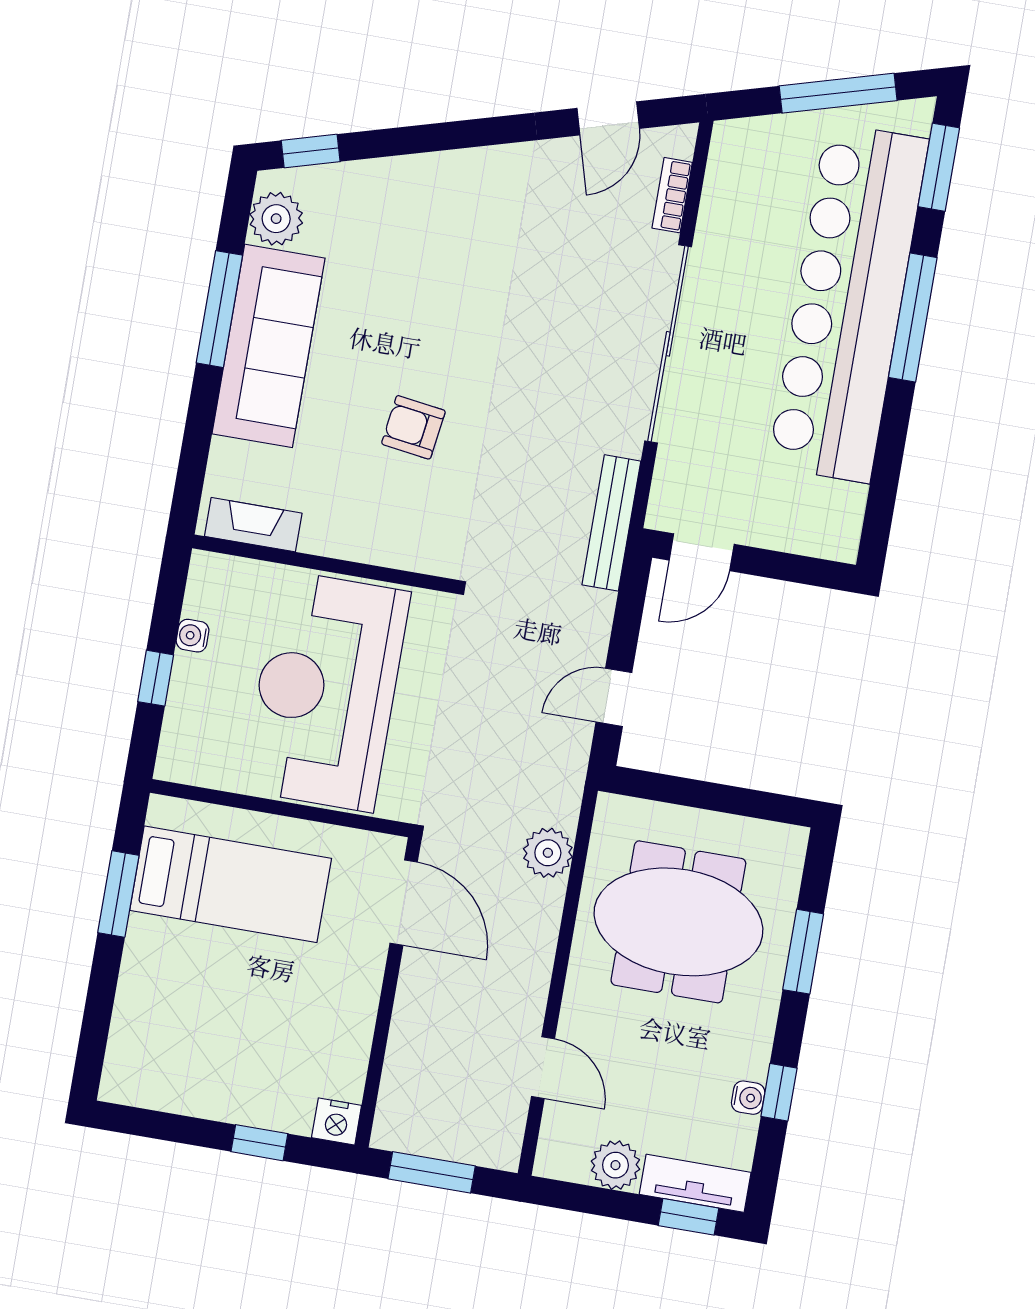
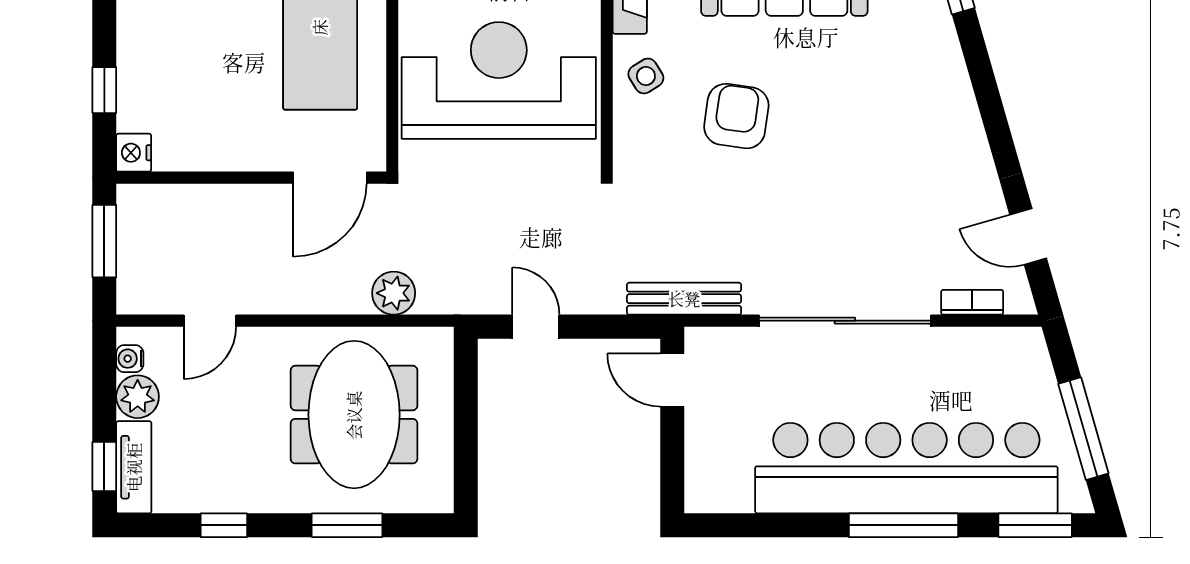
armchair: (413, 427) -> (736, 116), width x1.38, depth x1.38
side table: (350, 523) -> (646, 76), added
water cooler: (748, 1098) -> (130, 359), moved, turned 90

